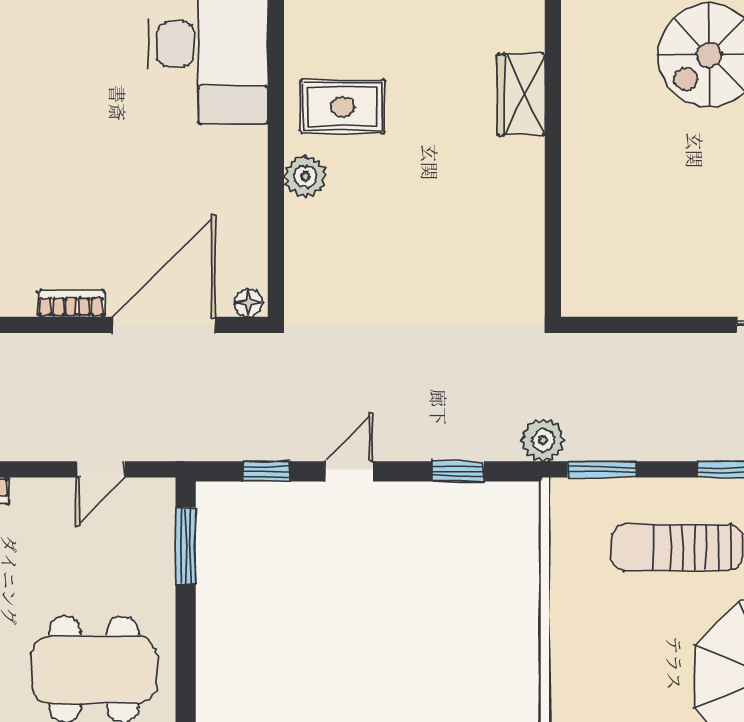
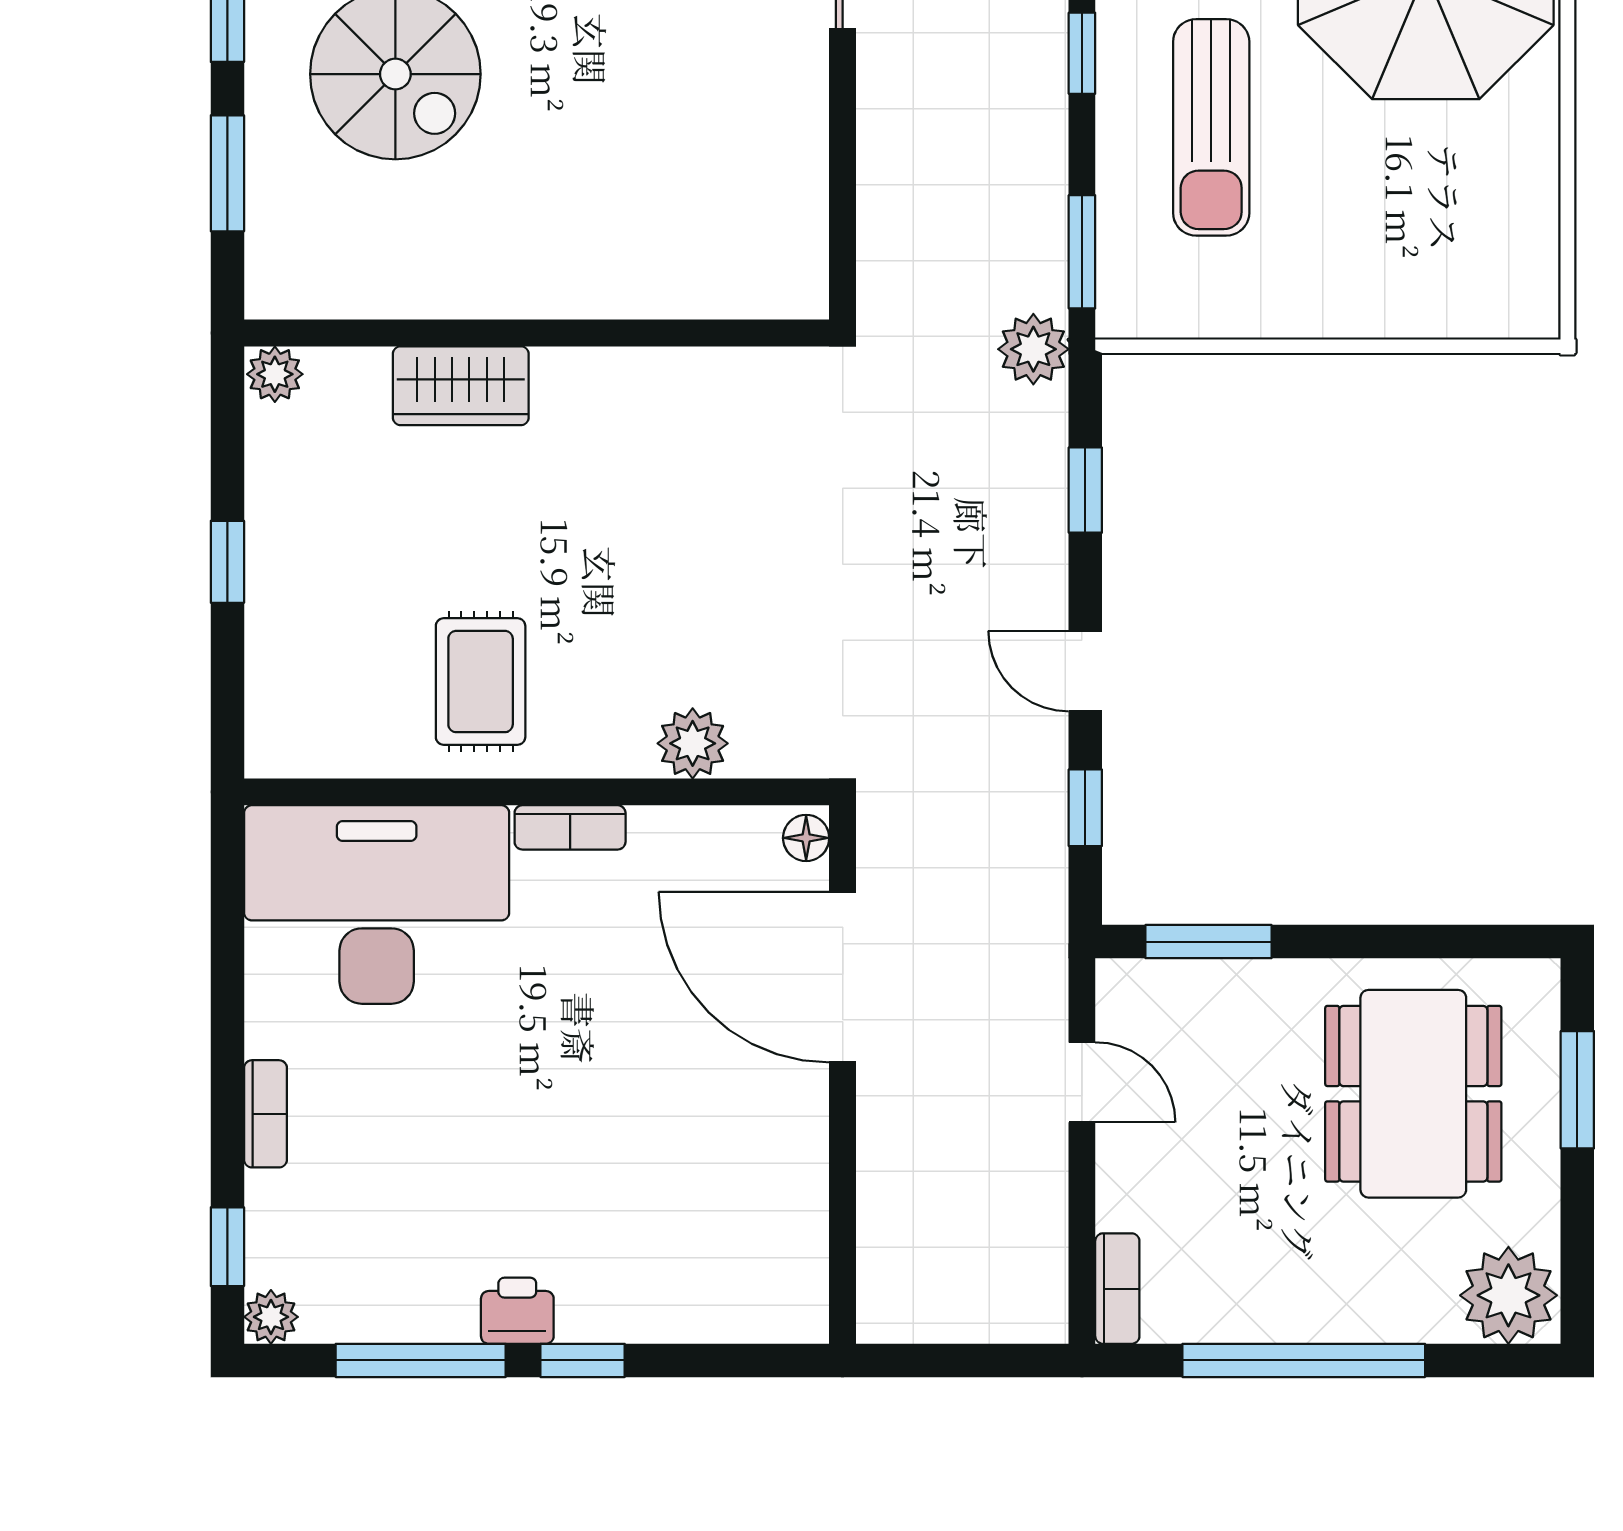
plant: (305, 176) -> (693, 743), moved
bookcase: (71, 304) -> (570, 827), moved, turned -90

